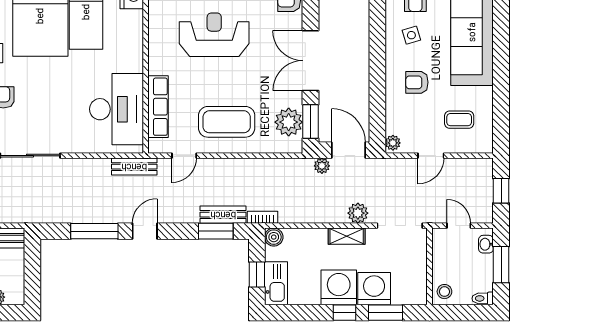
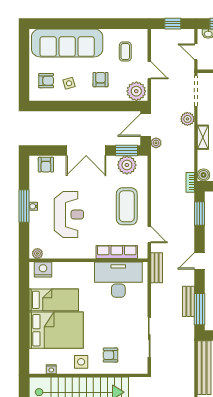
reception desk: (214, 35) -> (69, 215), turned 180
armchair: (417, 82) -> (101, 80), turned 180
plant: (393, 143) -> (136, 91), width x1.88, depth x1.88
bench: (223, 215) -> (188, 301), moved
door: (459, 226) -> (196, 52), hinge flipped
window: (94, 231) -> (199, 309), moved
door: (145, 231) -> (199, 261), hinge flipped
shelving: (347, 236) -> (203, 137), moved

